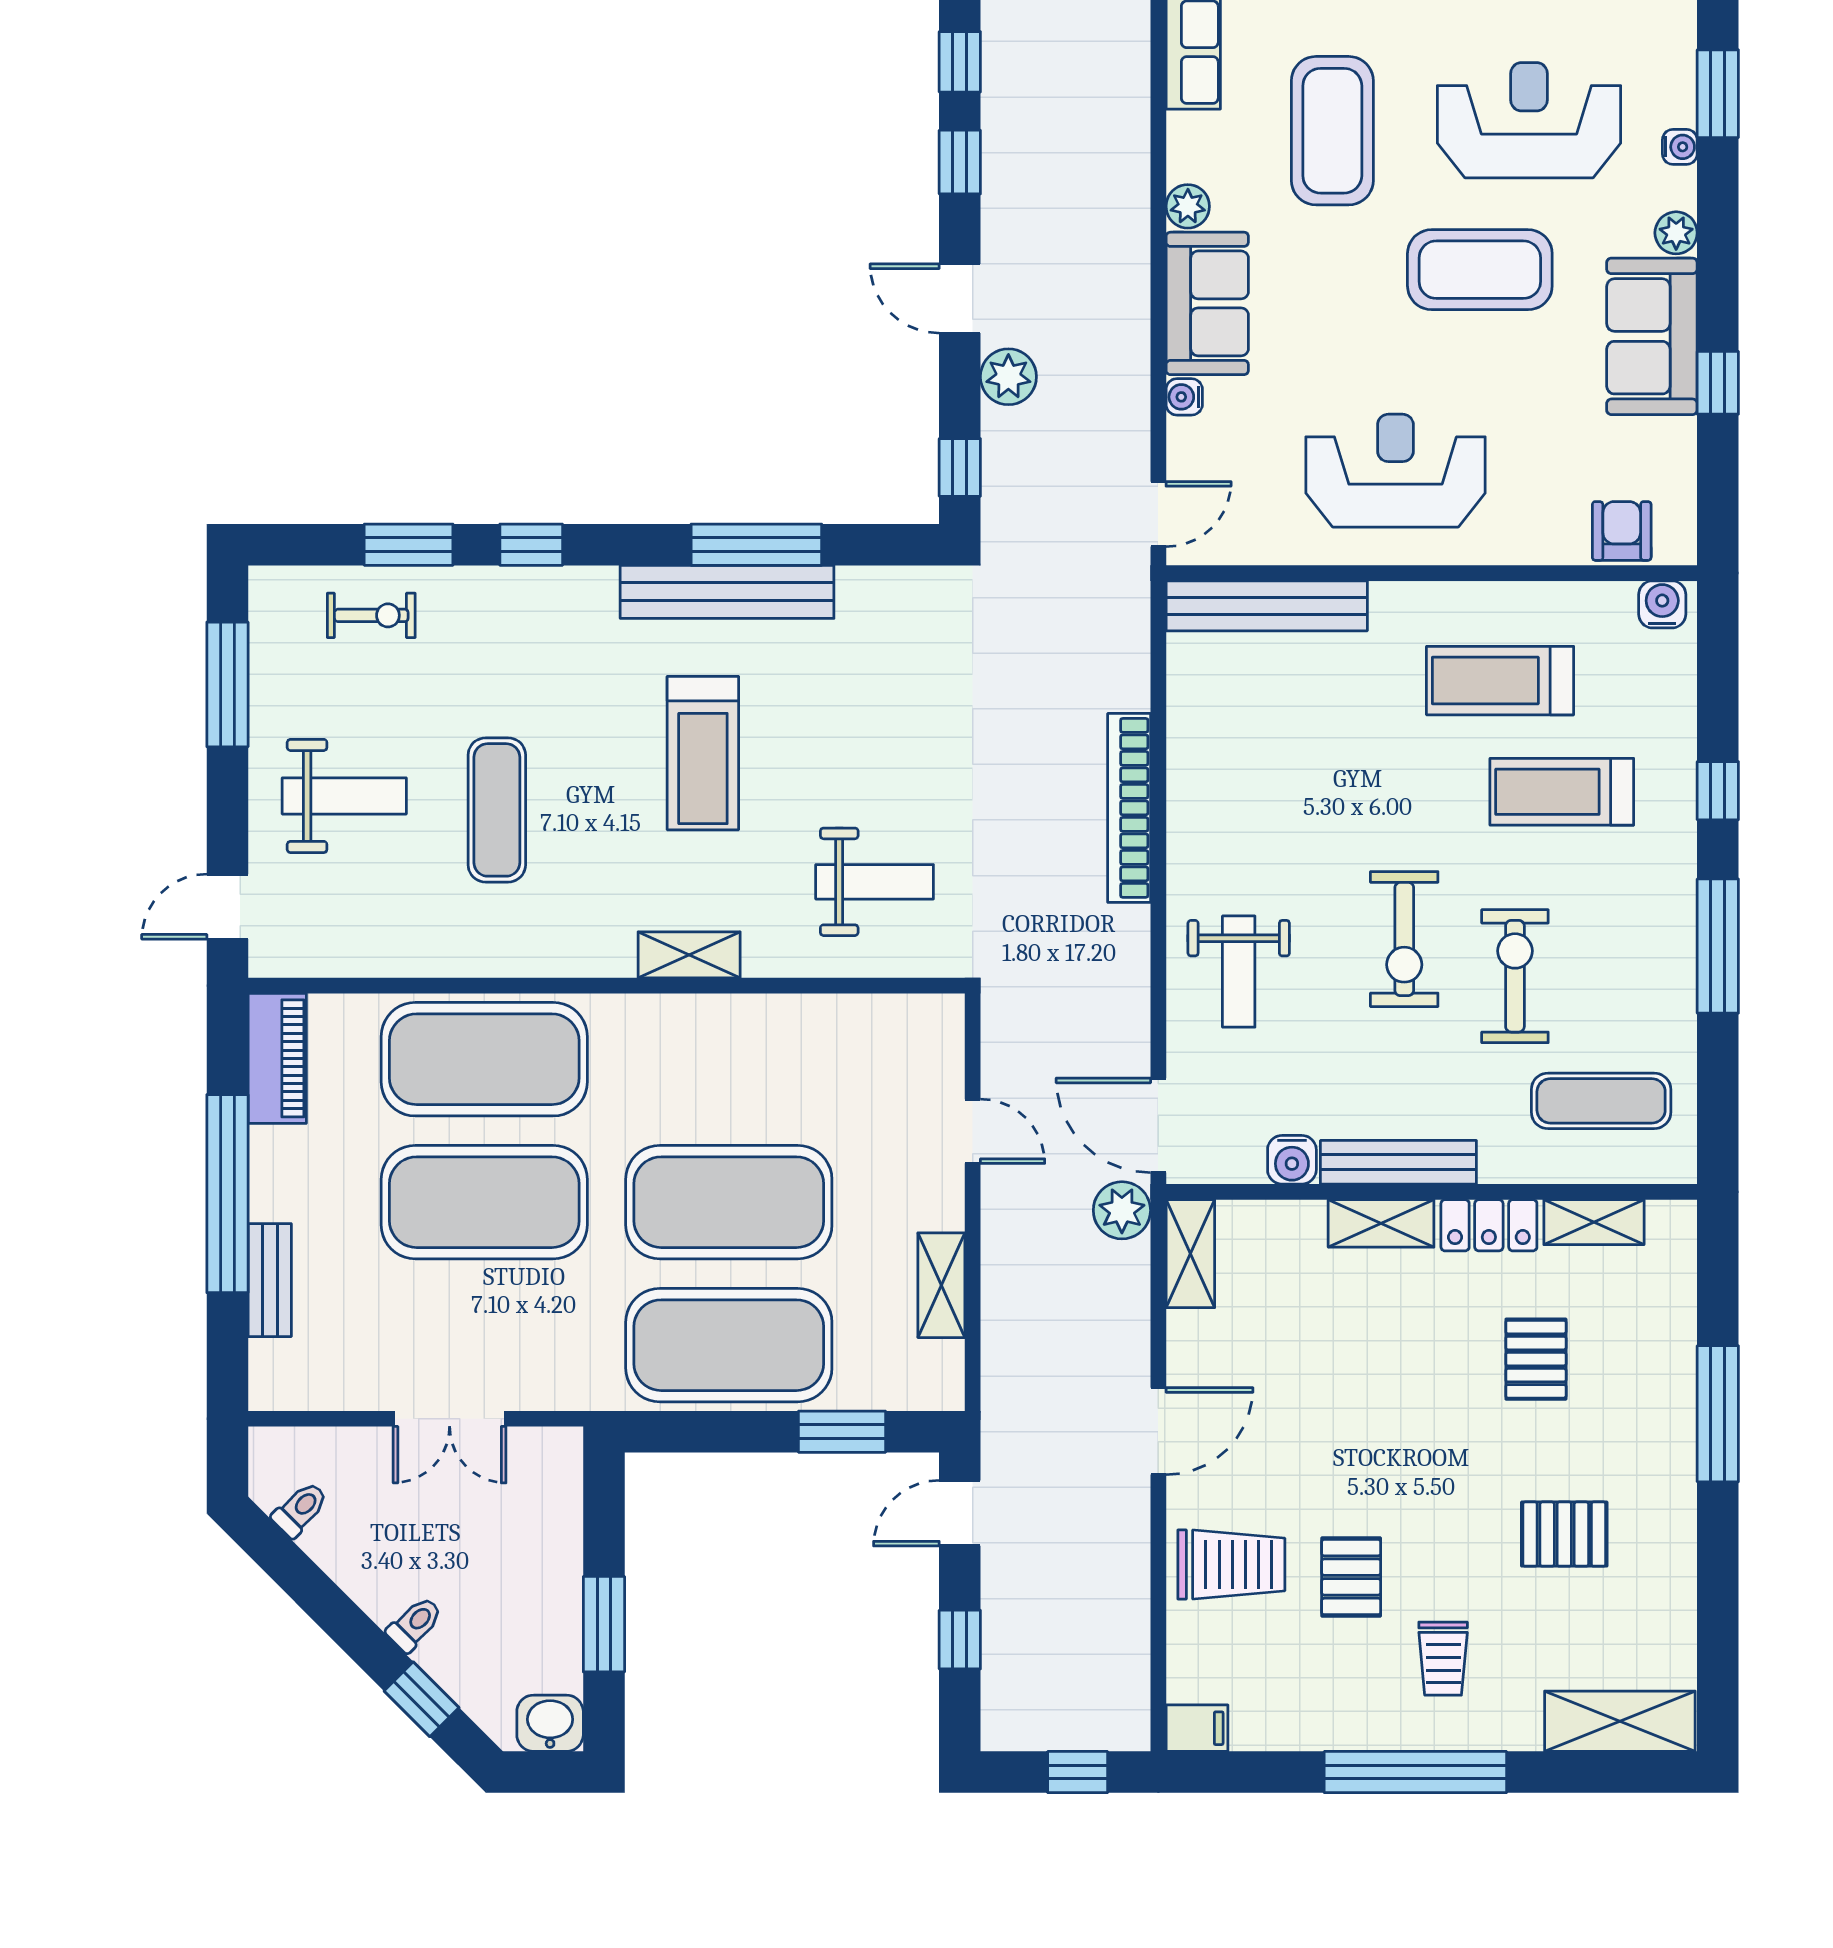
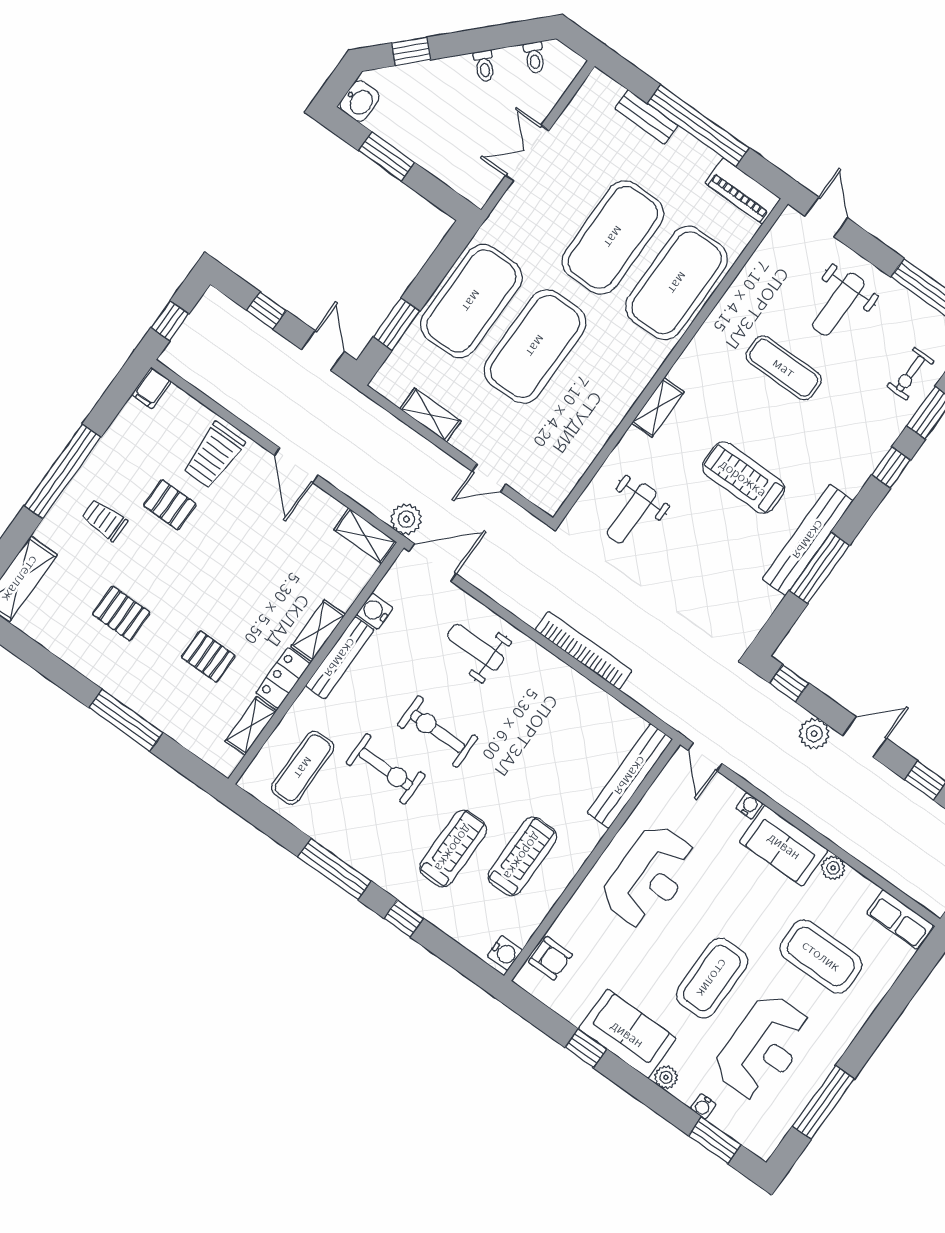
pallet: (1564, 1534) -> (121, 613), turned 90
toilet: (415, 1624) -> (484, 66), moved

